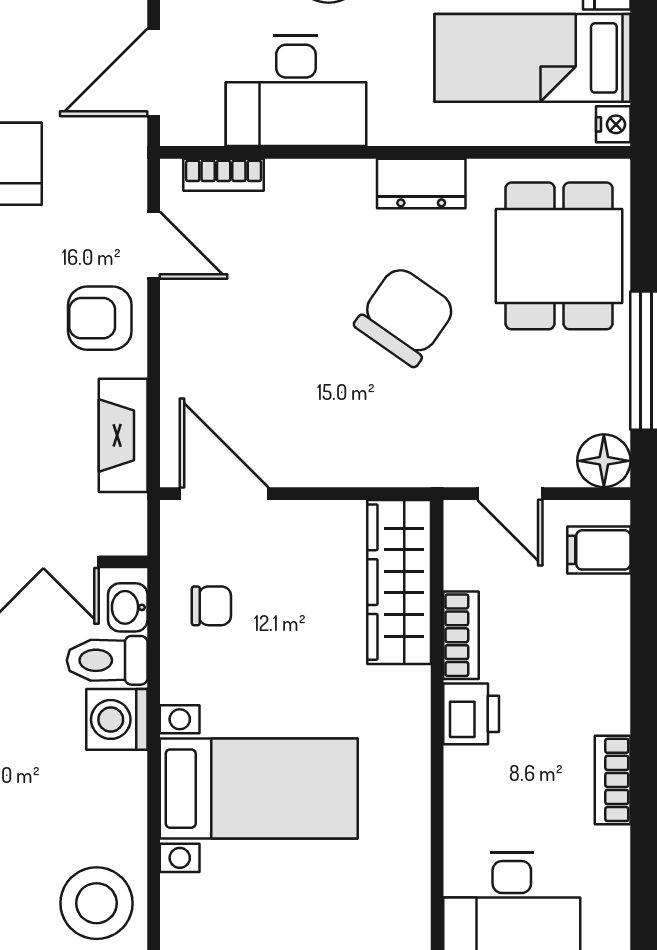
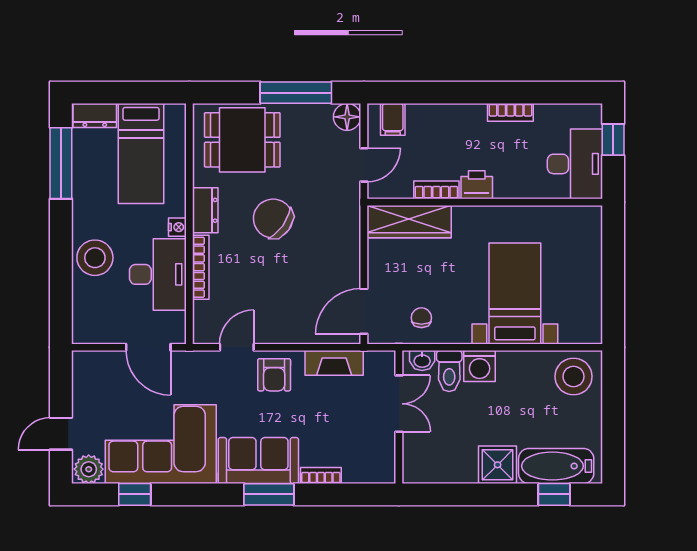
nightstand: (613, 124) -> (177, 227), moved, turned 90
bookcase: (224, 175) -> (201, 267), moved, width x1.56

